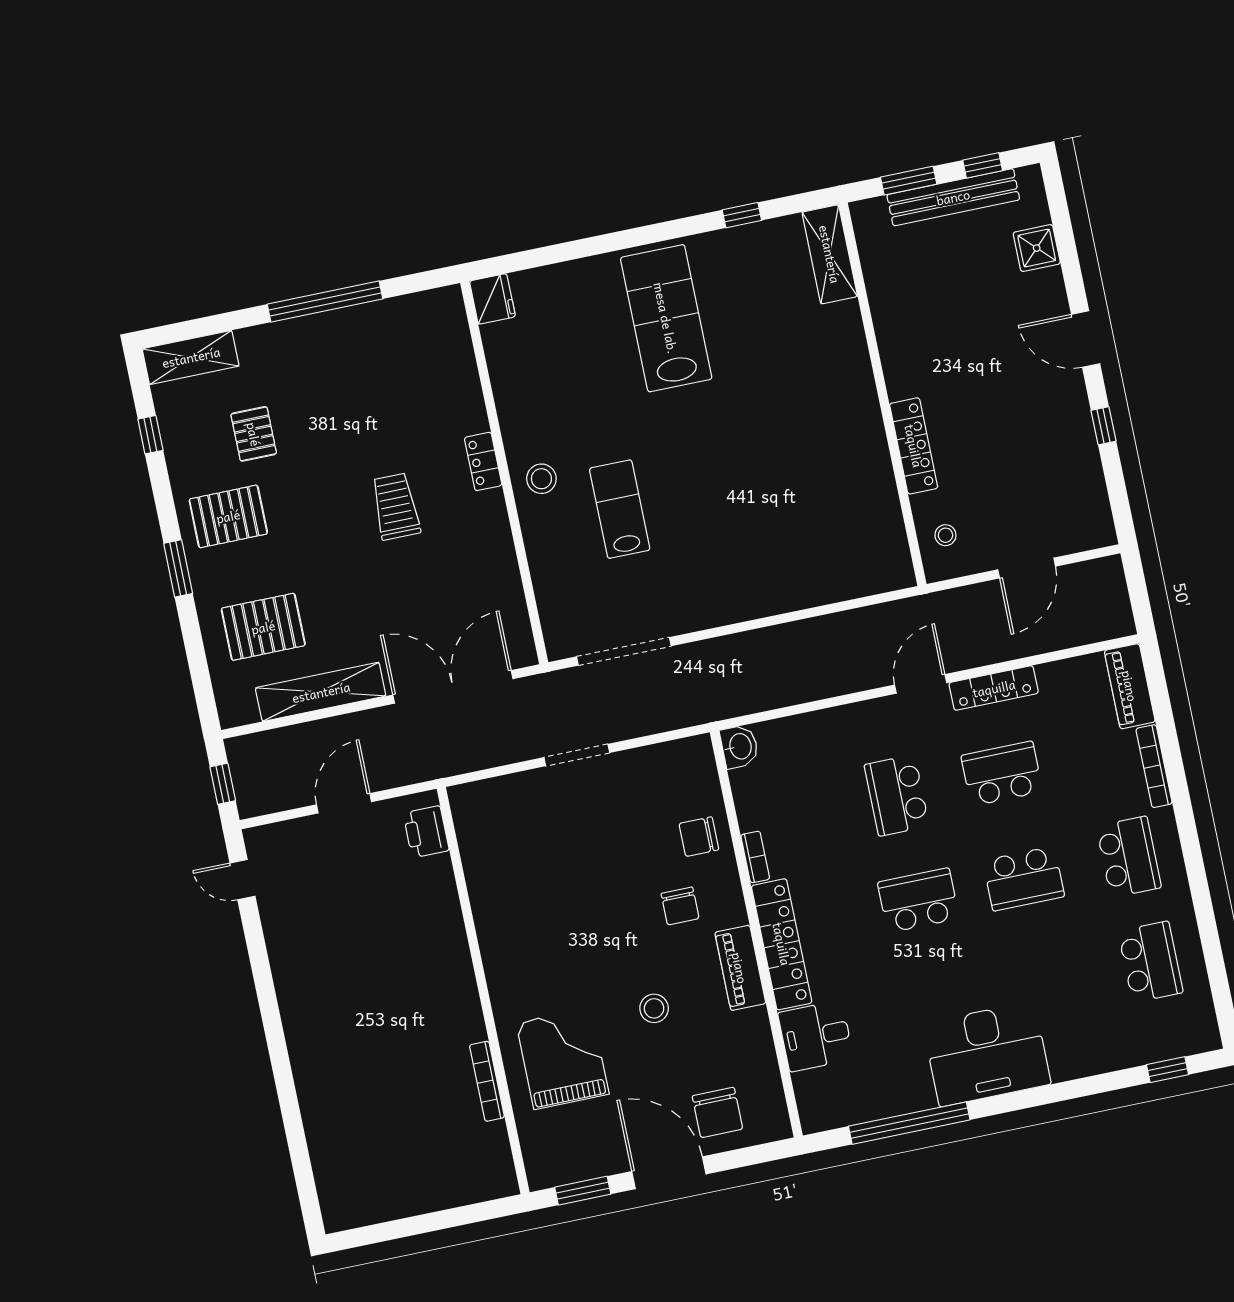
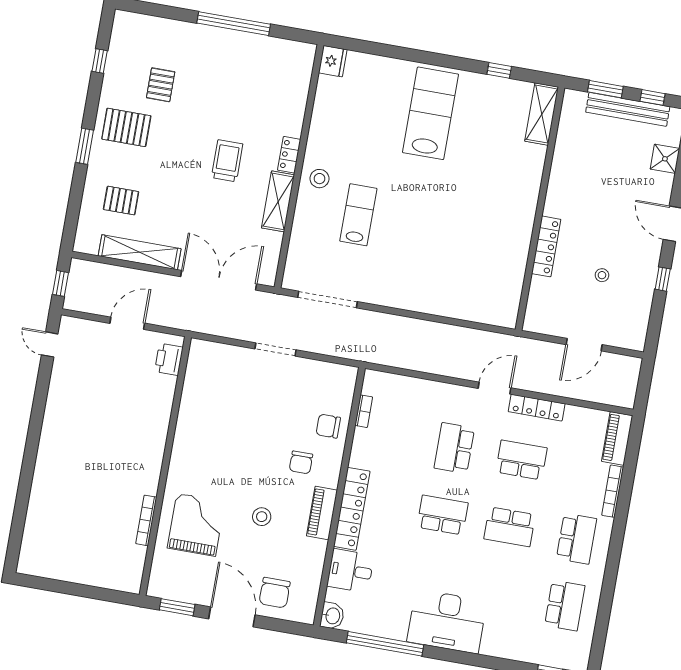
shelving: (191, 357) -> (278, 201), moved, turned 90
stool: (945, 535) -> (602, 275), moved
pallet: (263, 627) -> (121, 201), width x0.67, depth x0.71
washbasin: (739, 746) -> (332, 616), moved
bookcase: (755, 857) -> (364, 411), moved

